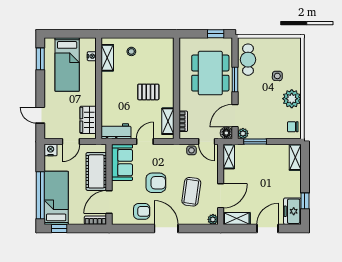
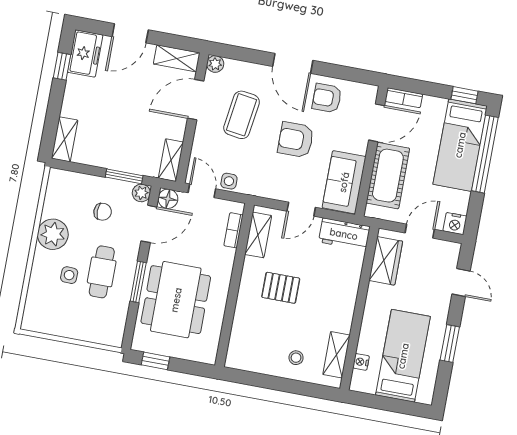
window: (40, 59) -> (450, 344), moved
cafe table: (248, 60) -> (102, 272), moved
chair: (293, 127) -> (103, 212), moved

